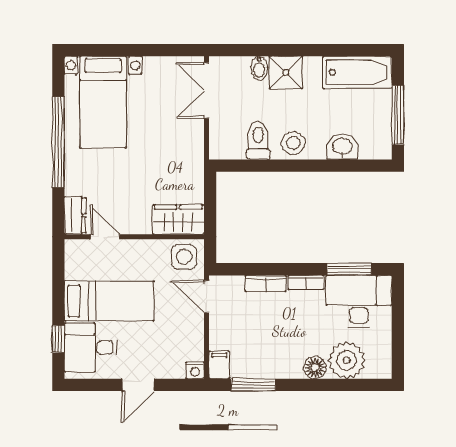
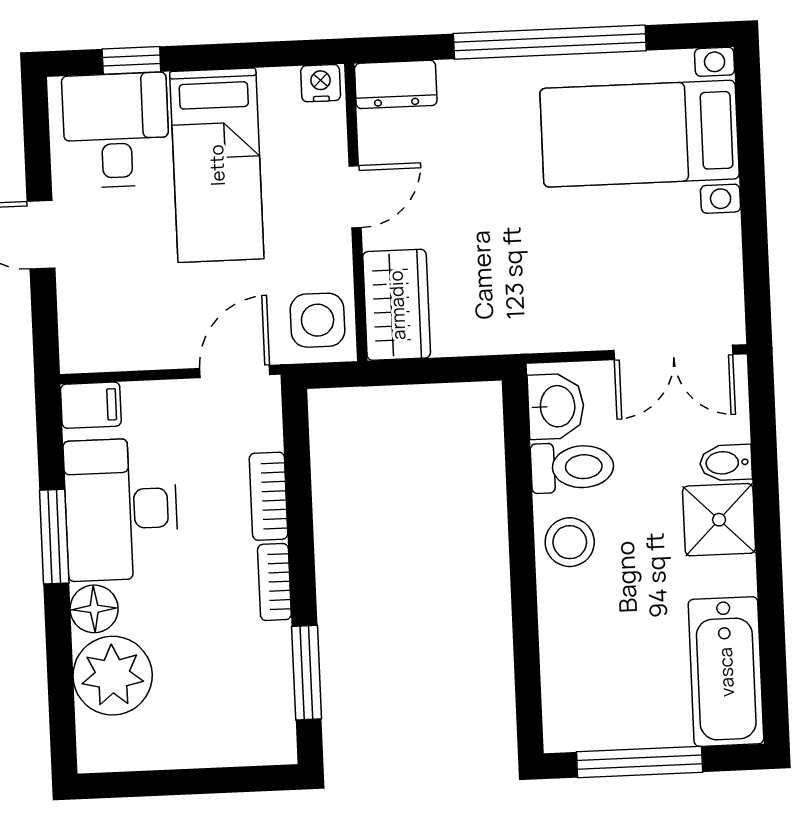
double door: (206, 90) -> (673, 352), swing flipped
washbasin: (342, 147) -> (556, 406), moved
door: (105, 237) -> (355, 197), moved
desk: (359, 301) -> (121, 509), moved, turned 180
nightstand: (195, 370) -> (321, 83), moved, turned 90
window: (253, 385) -> (54, 537), moved

